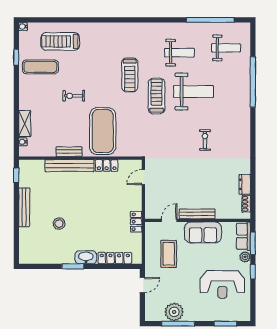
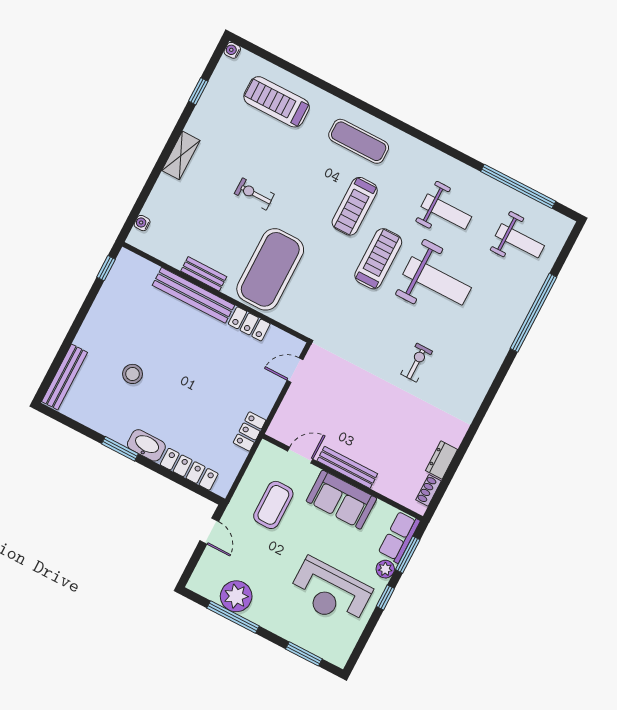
exercise mat: (40, 67) -> (359, 141), moved
shelving: (25, 124) -> (181, 155), moved
bench: (24, 207) -> (65, 377), moved
door: (142, 285) -> (209, 531), hinge flipped

